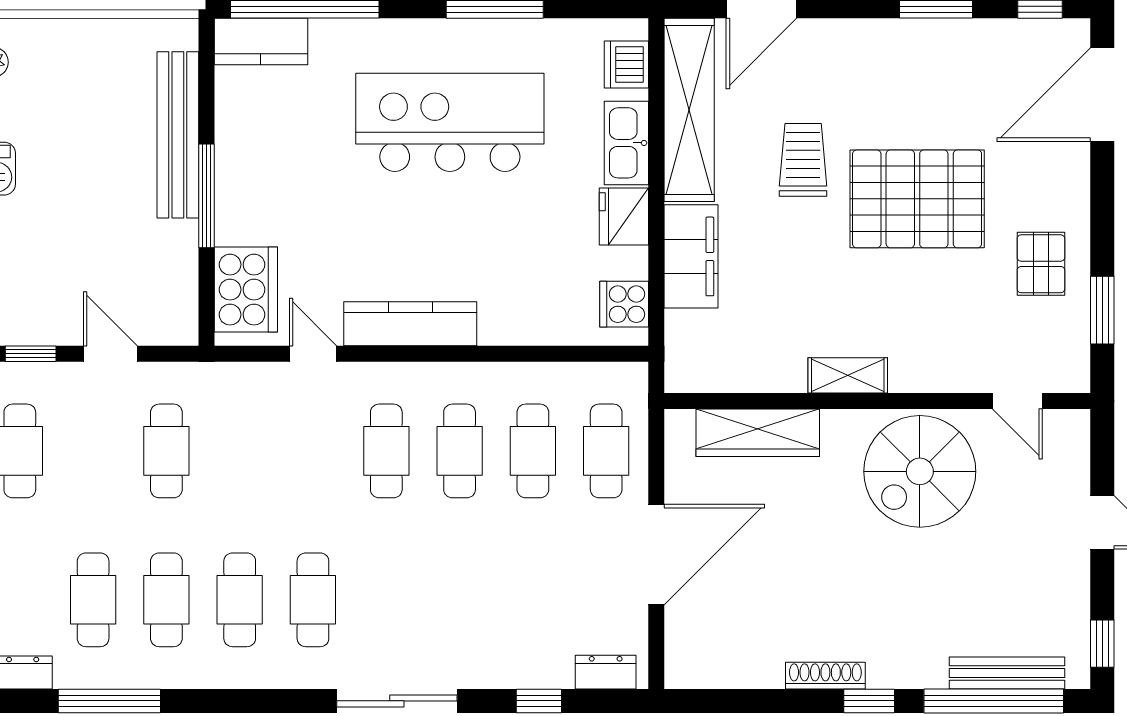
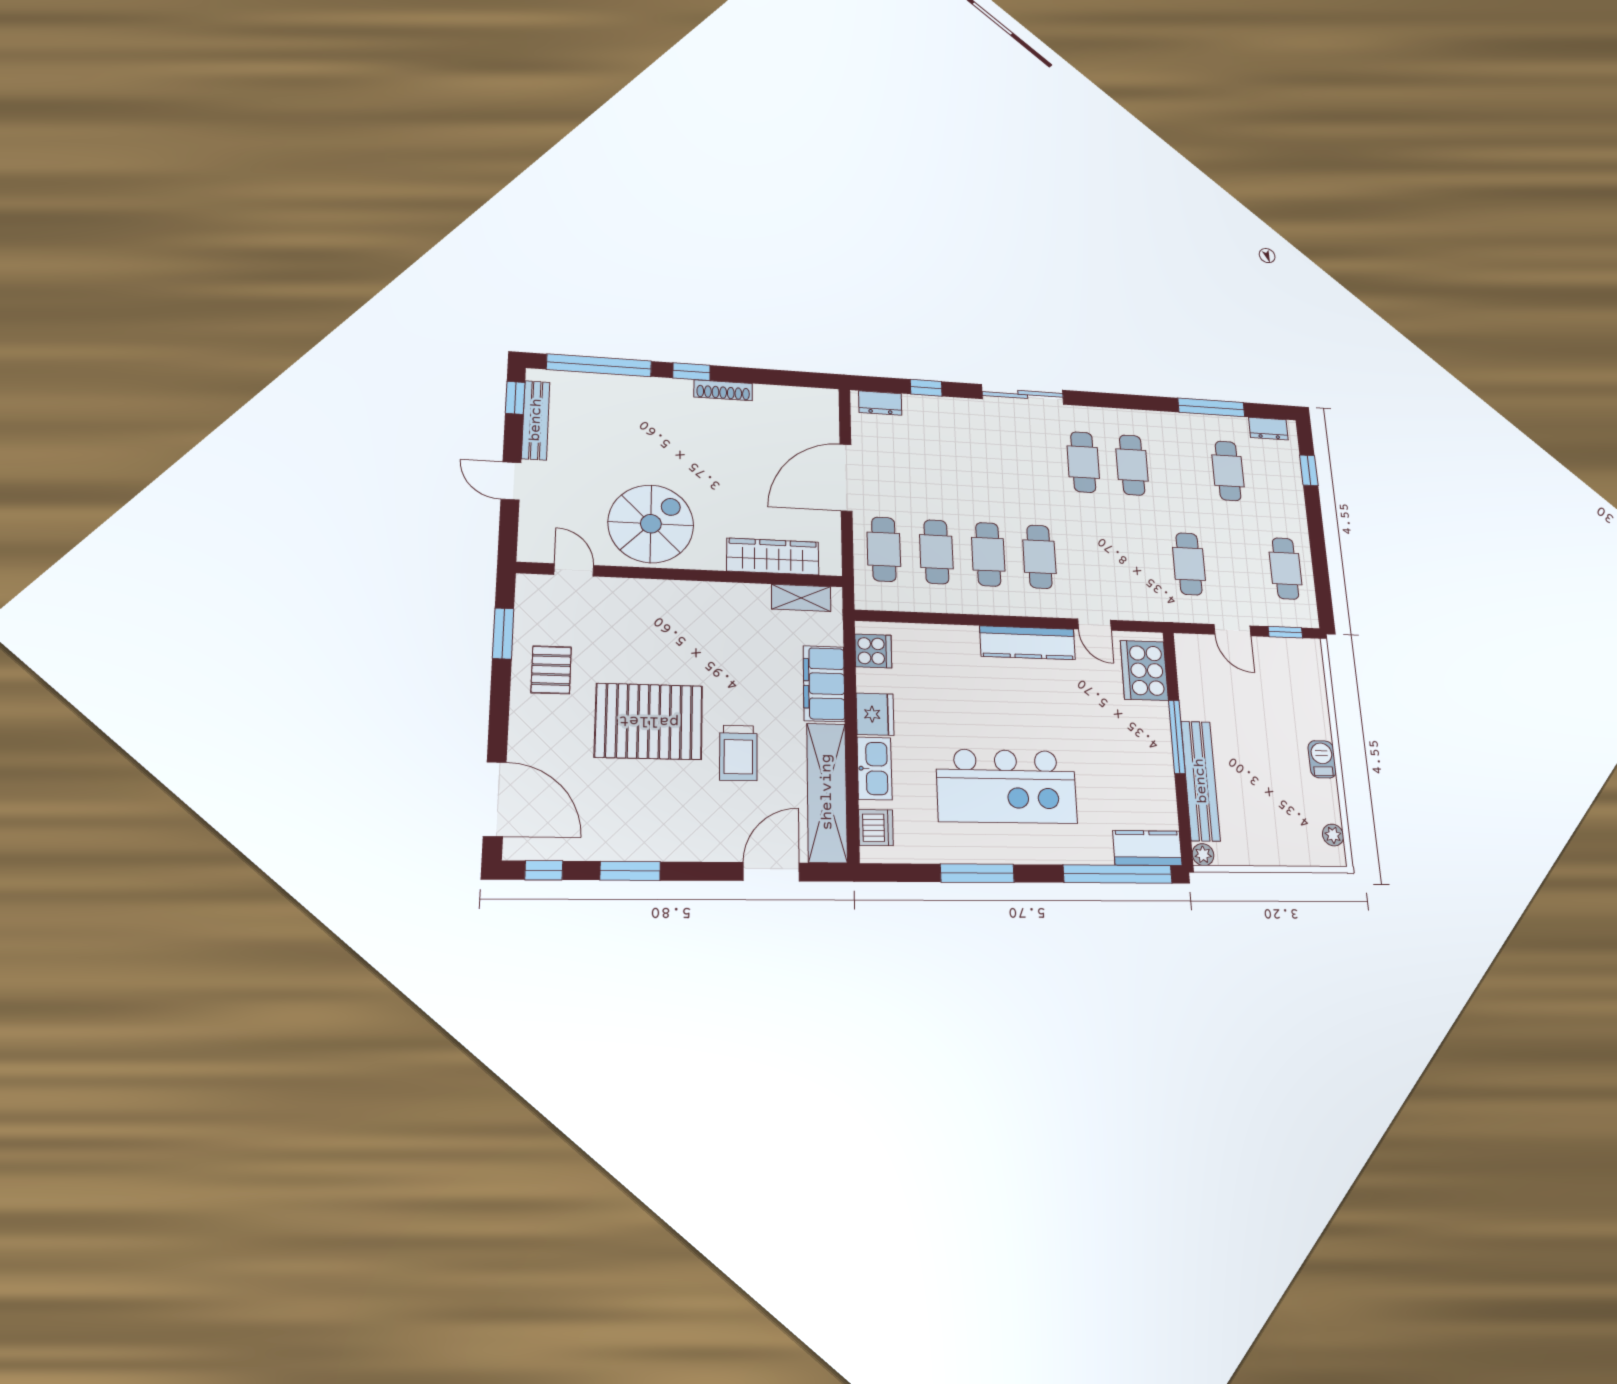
plant: (183, 33) -> (1203, 855), added
door: (1102, 95) -> (495, 799), hinge flipped
shelving: (848, 375) -> (801, 598), moved
cafe table: (166, 600) -> (1180, 468), removed
bench: (1007, 673) -> (536, 420), moved, turned 90

